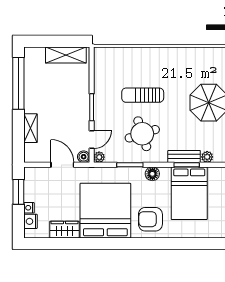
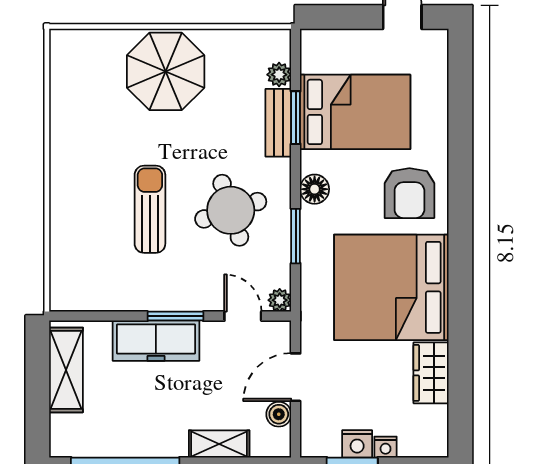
sun lounger: (143, 95) -> (150, 209), turned 180
freezer: (80, 98) -> (156, 341), added
boiler: (84, 157) -> (279, 414), moved
nightstand: (31, 221) -> (357, 444), moved

